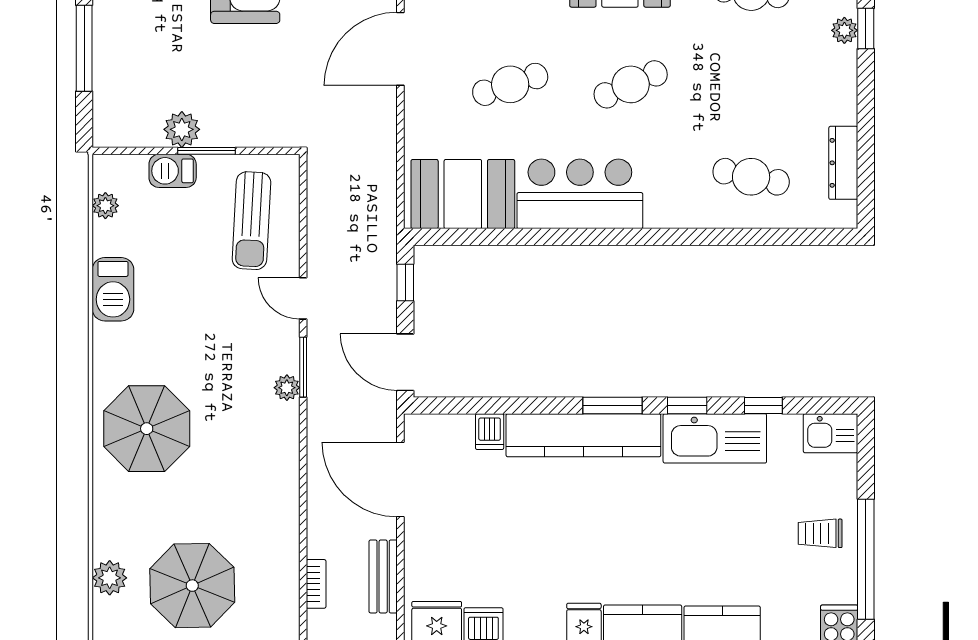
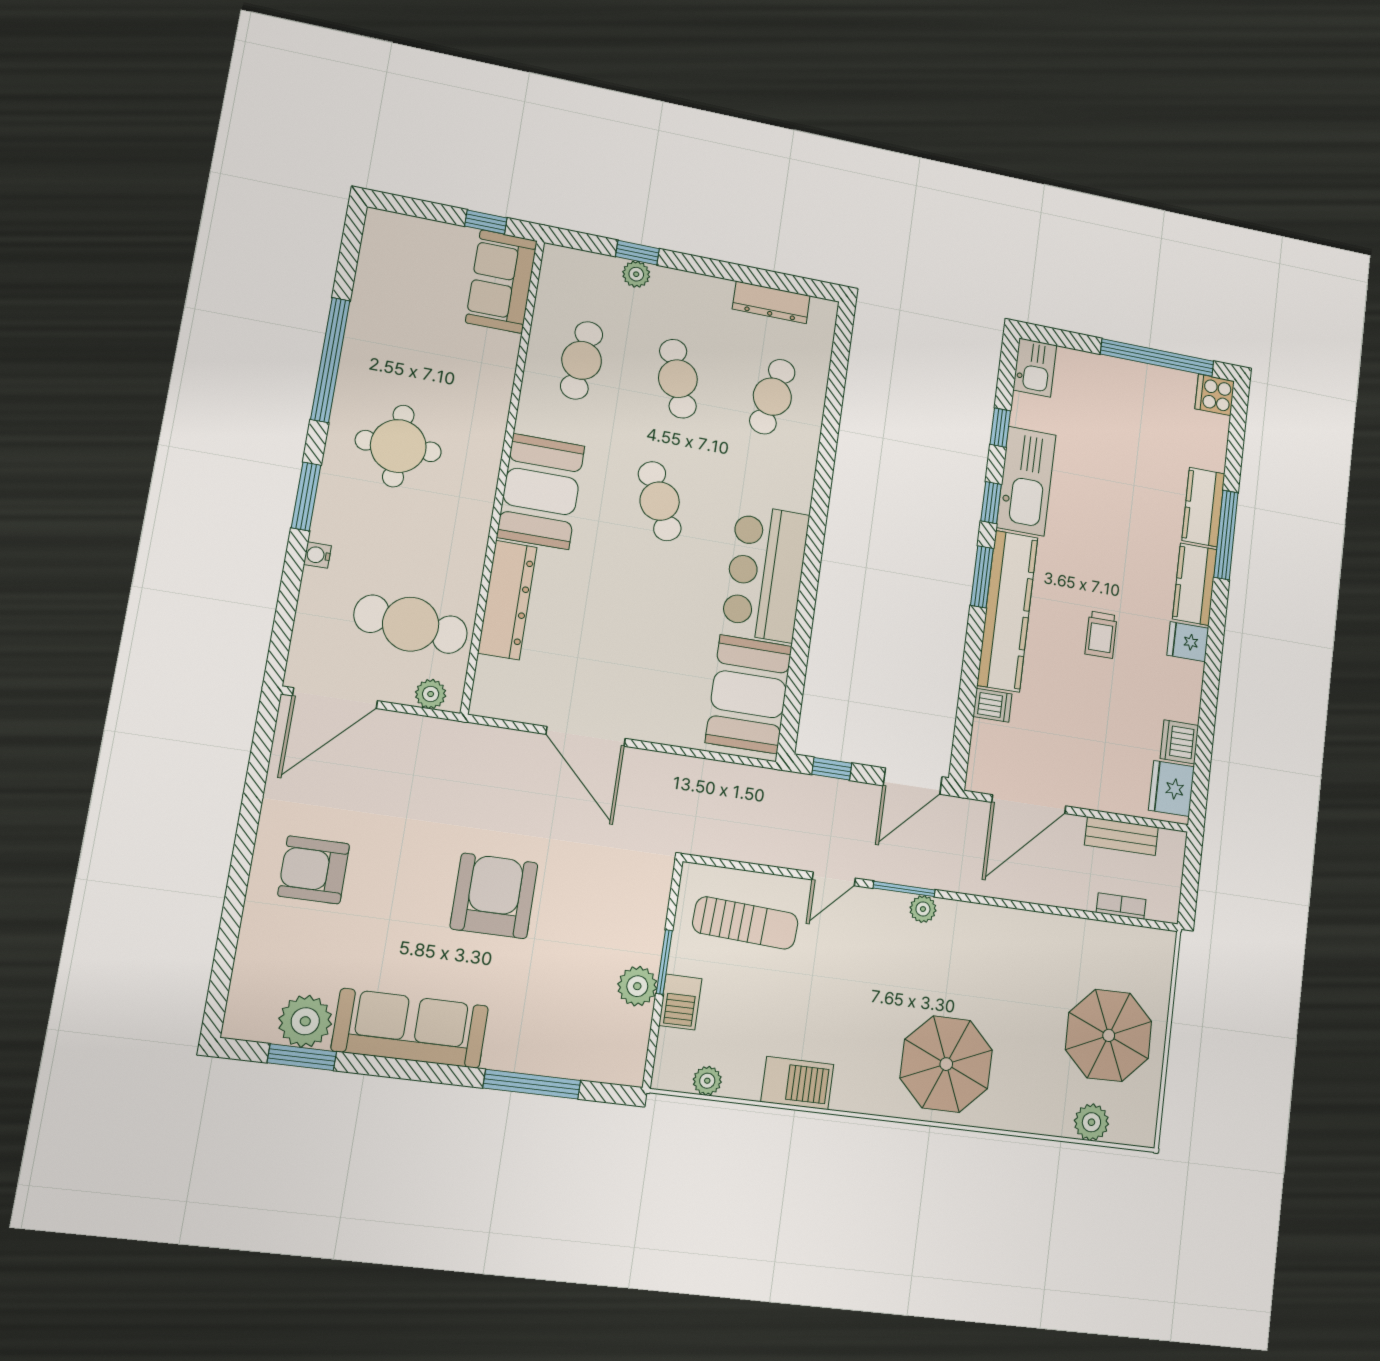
cafe table: (510, 84) -> (678, 379), moved
trolley: (820, 533) -> (1101, 635), moved

